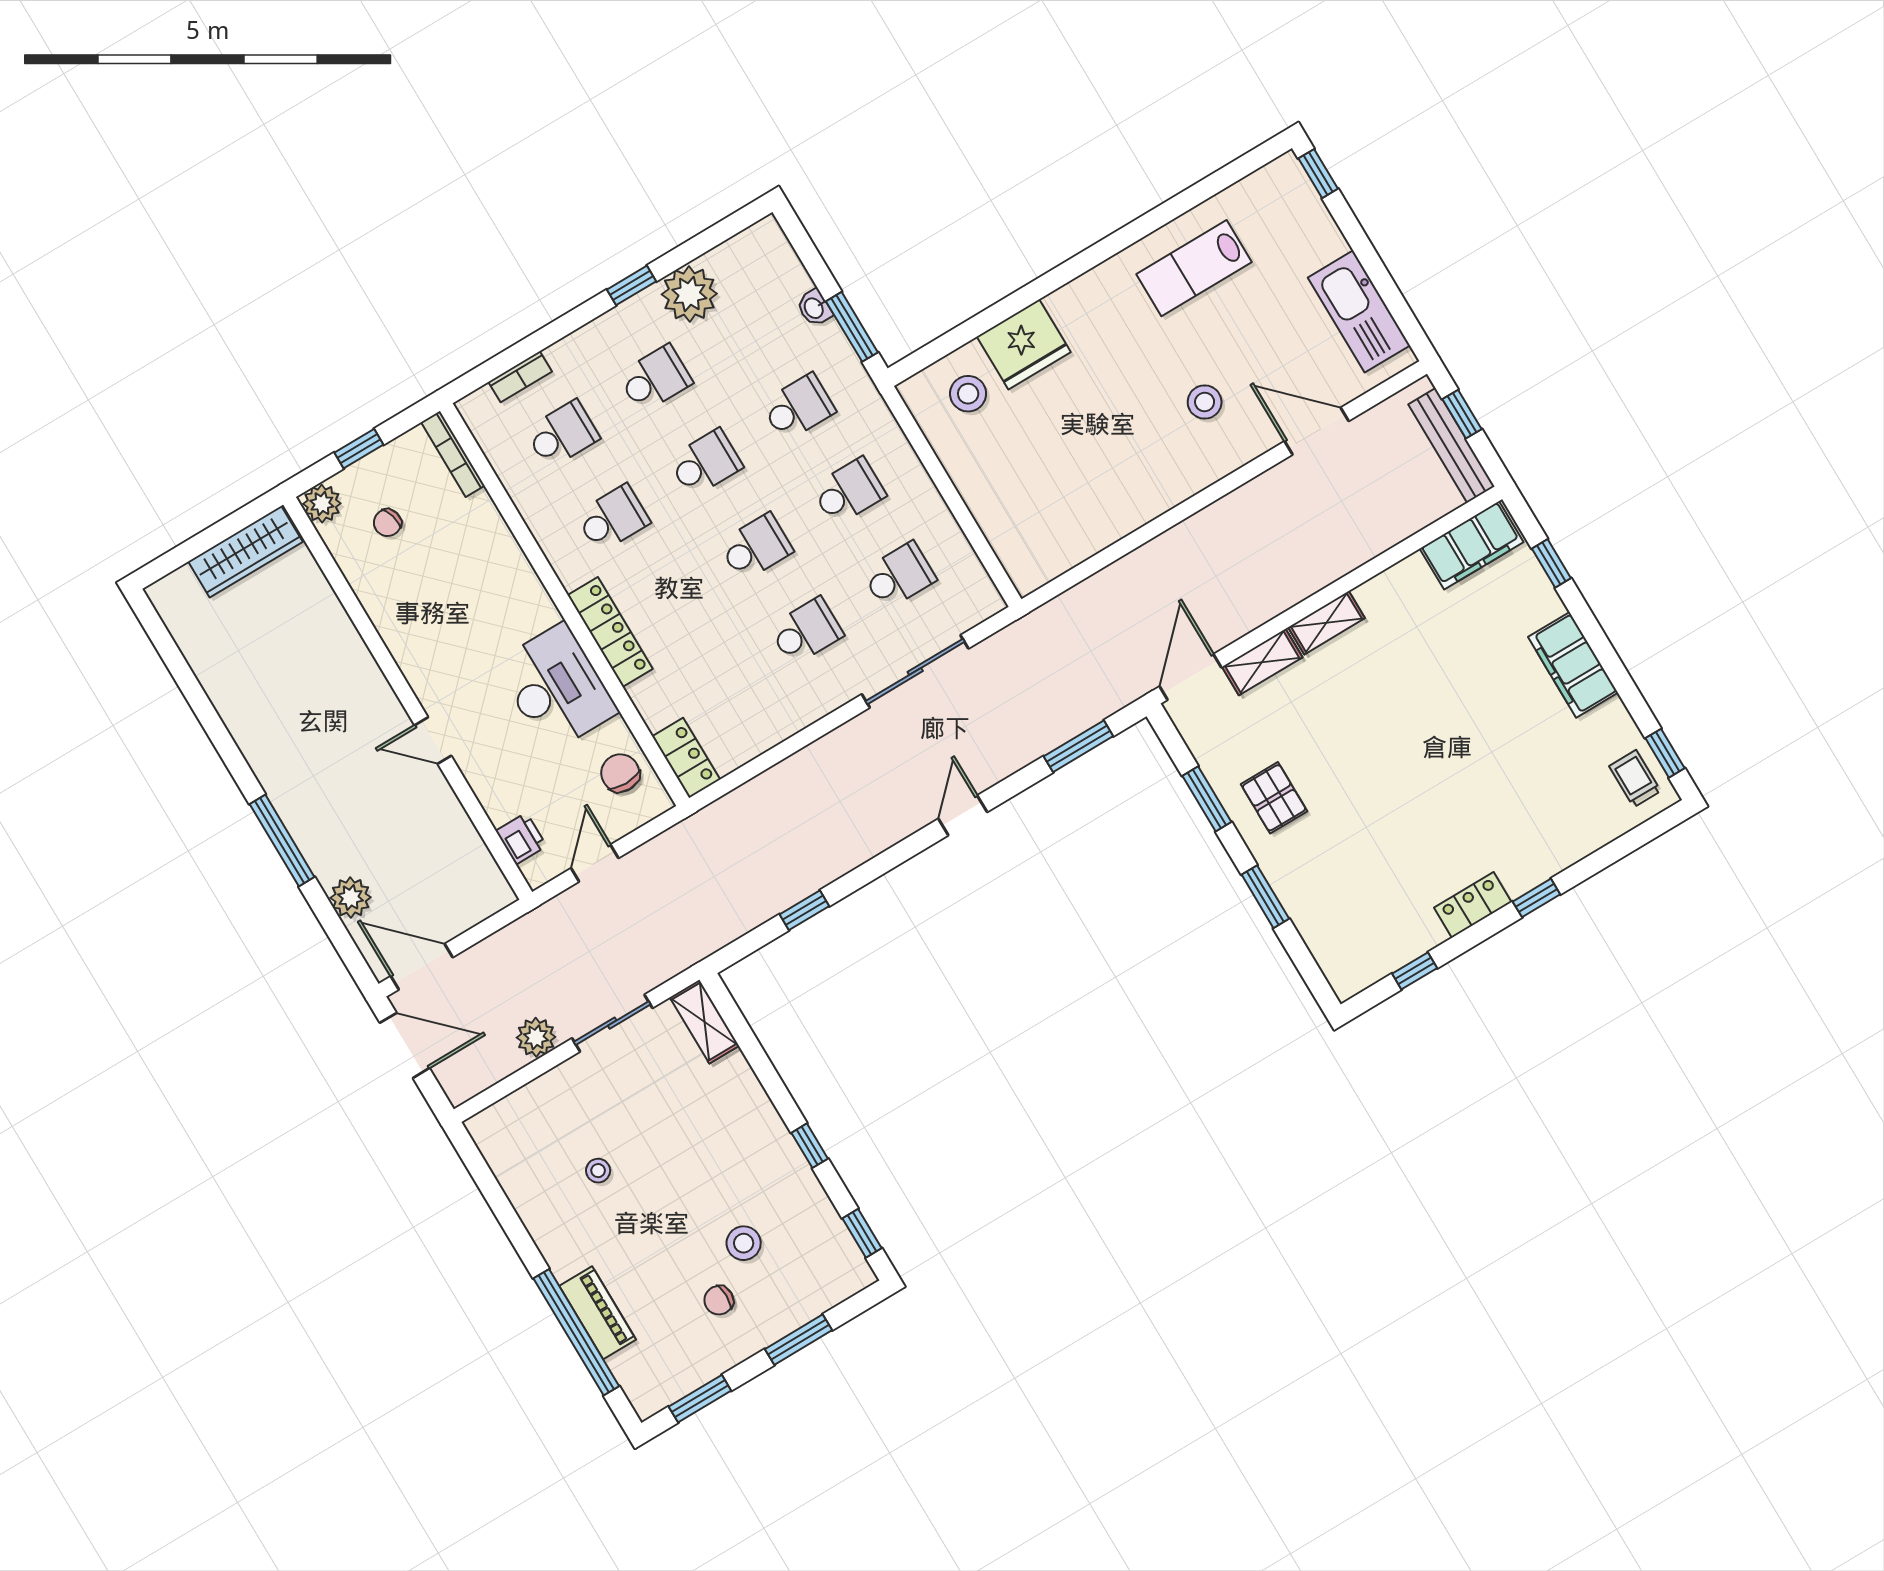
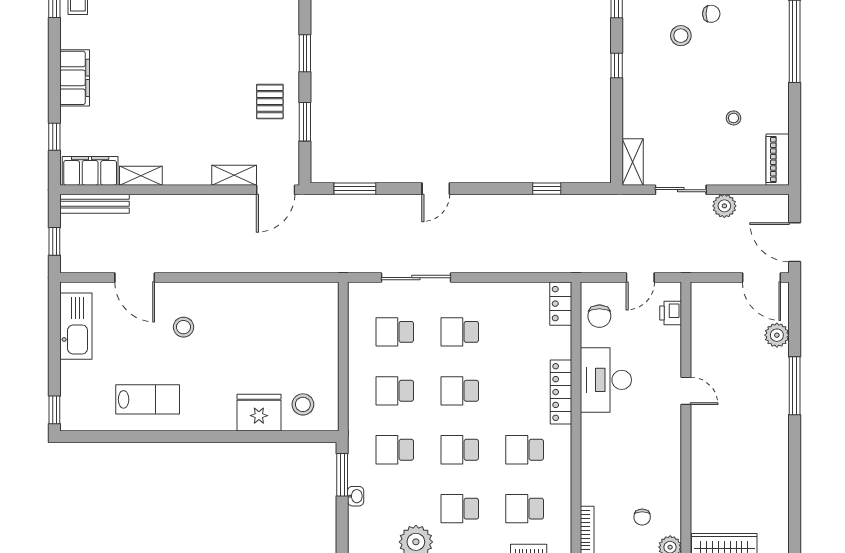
bench: (1451, 445) -> (94, 204), moved, turned 90
chair: (387, 523) -> (642, 517), turned 105
shelving: (1326, 623) -> (141, 176), moved
piano: (598, 1313) -> (778, 160), moved

